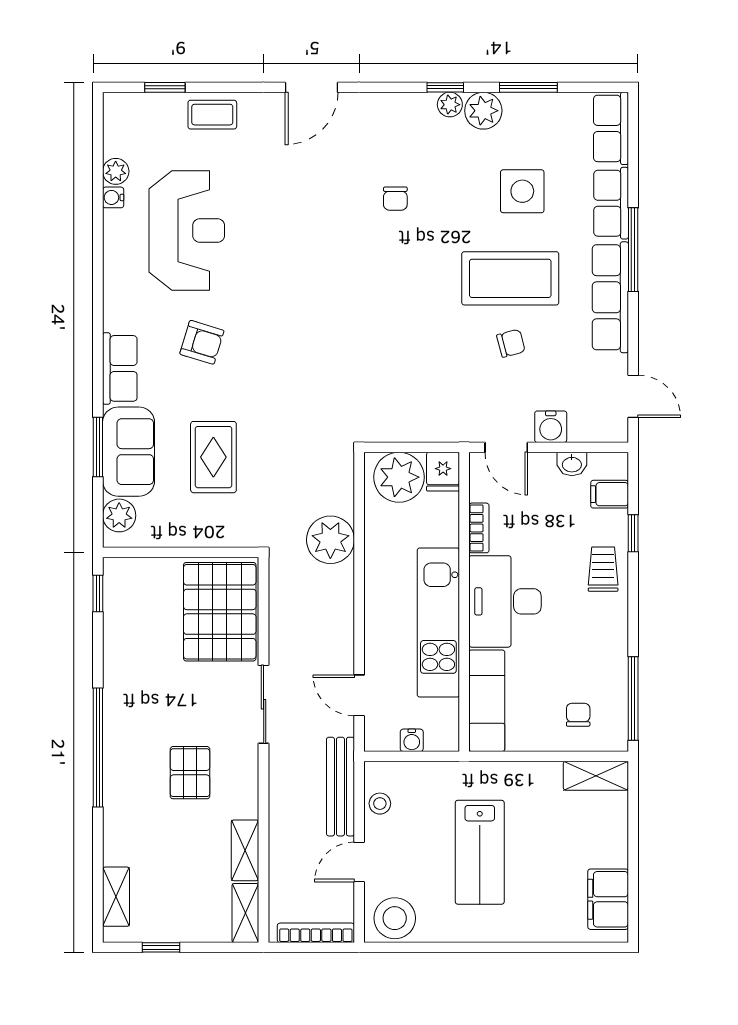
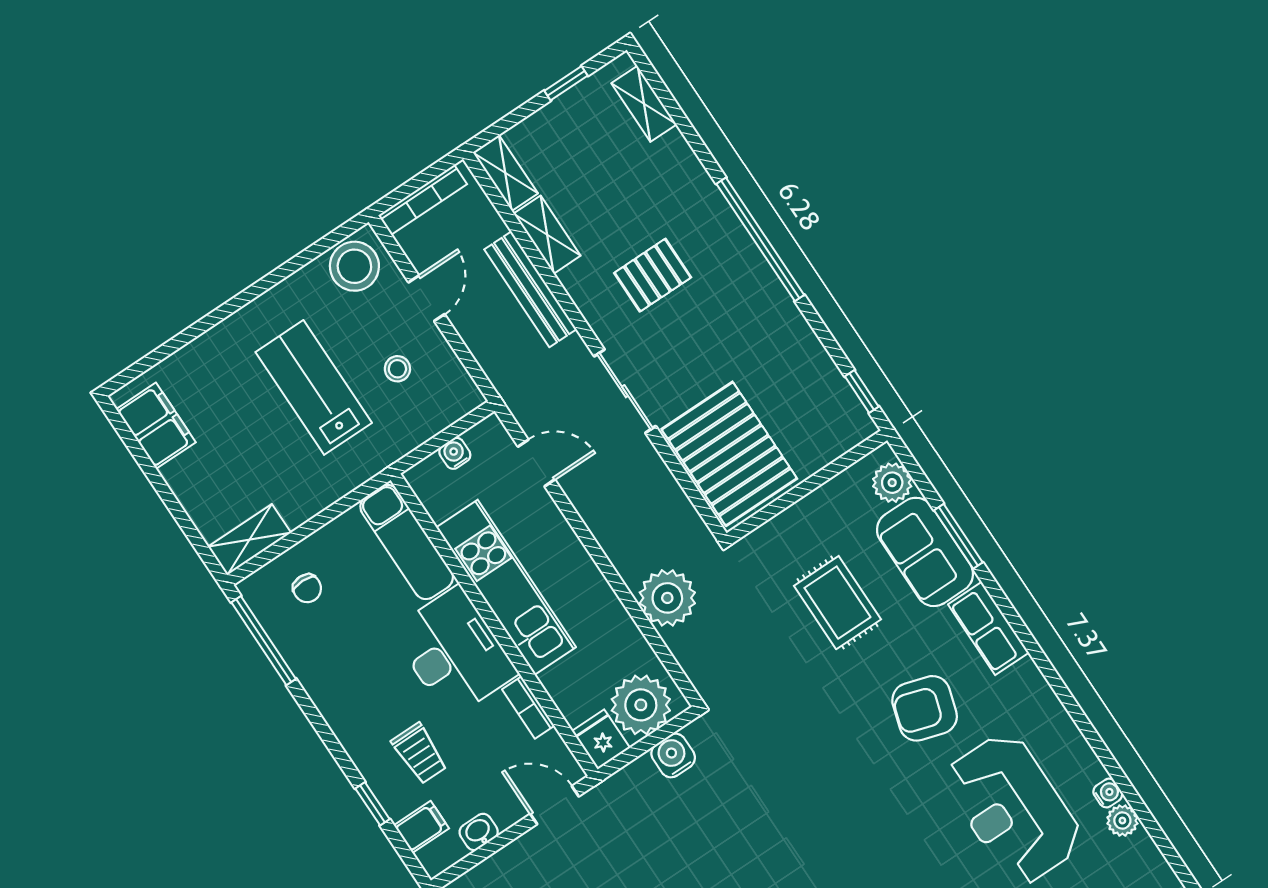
armchair: (202, 342) -> (925, 708), width x1.38, depth x1.38
water cooler: (551, 427) -> (673, 756), moved
trolley: (603, 569) -> (419, 753), moved
pallet: (190, 773) -> (653, 275), turned 90
bench: (340, 787) -> (530, 289), moved
stool: (380, 804) -> (397, 369), moved

